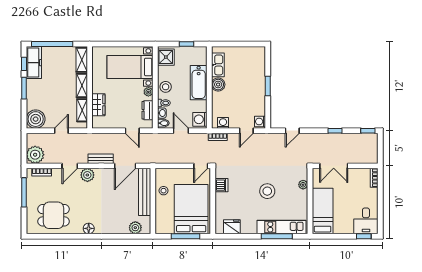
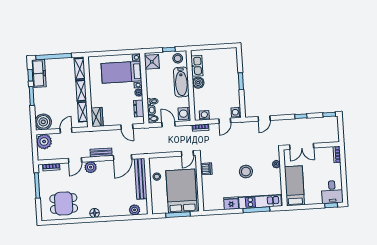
stool: (166, 87) -> (178, 58), moved
wardrobe: (98, 105) -> (97, 117), moved
plant: (35, 155) -> (44, 141), moved
fridge: (232, 227) -> (231, 203), moved

